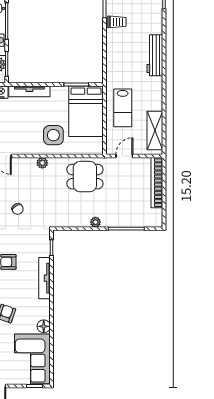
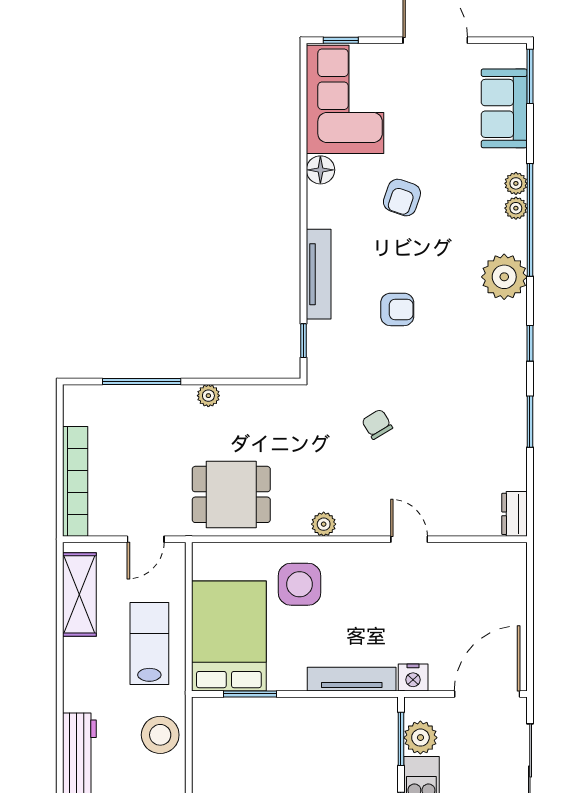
stool: (118, 66) -> (160, 735), added

